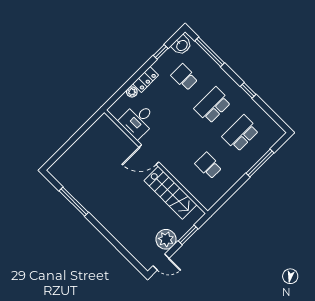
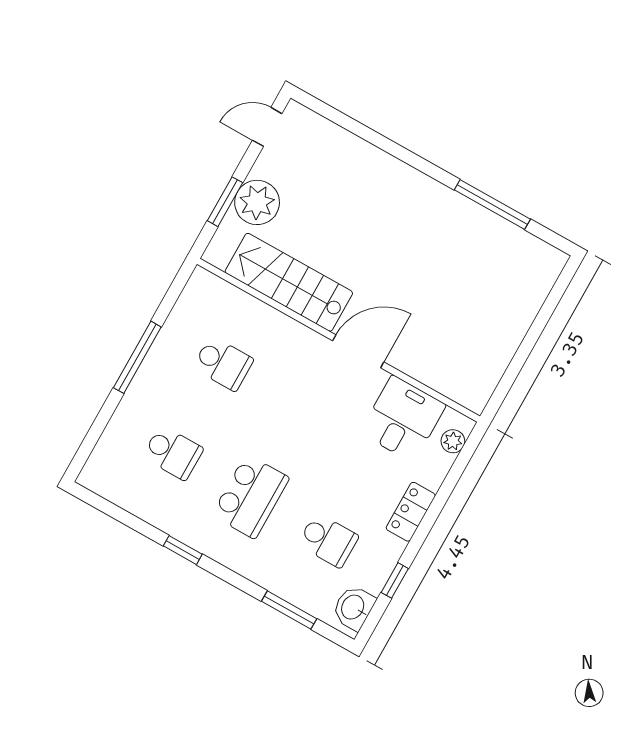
window: (210, 52) -> (289, 610), width x0.69
plant: (132, 92) -> (453, 441), moved
school desk: (241, 133) -> (173, 453), width x0.54
window: (260, 163) -> (137, 357), moved
plant: (166, 239) -> (257, 202), moved

